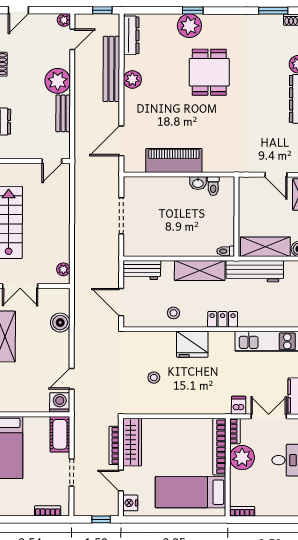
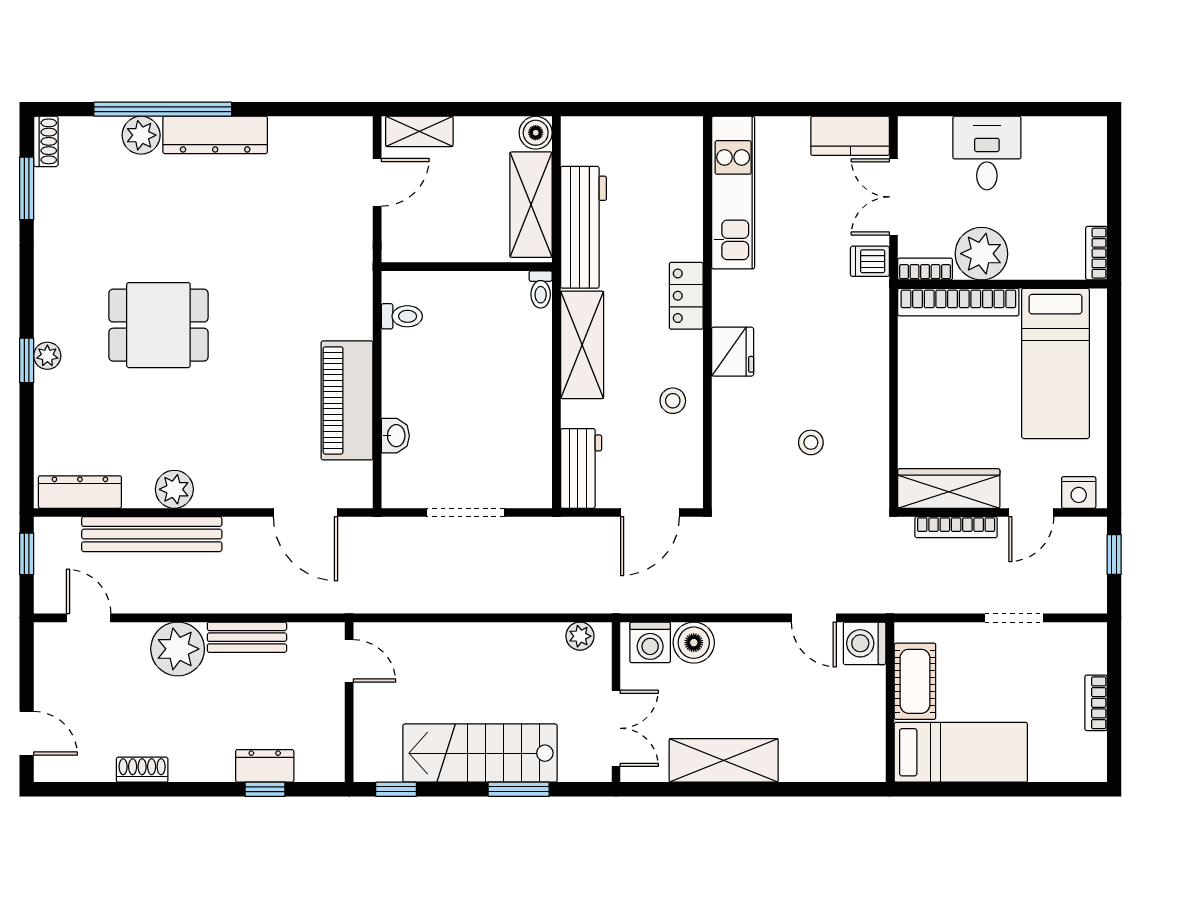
plant: (64, 20) -> (47, 636), removed
plant: (189, 26) -> (47, 356), width x0.53, depth x0.53
washbasin: (198, 183) -> (395, 436), moved
washing machine: (60, 302) -> (650, 642), added
fridge: (192, 344) -> (733, 352), width x0.73, depth x0.75
cot: (60, 434) -> (915, 681), moved, turned 90
bookcase: (48, 511) -> (1096, 703), moved

